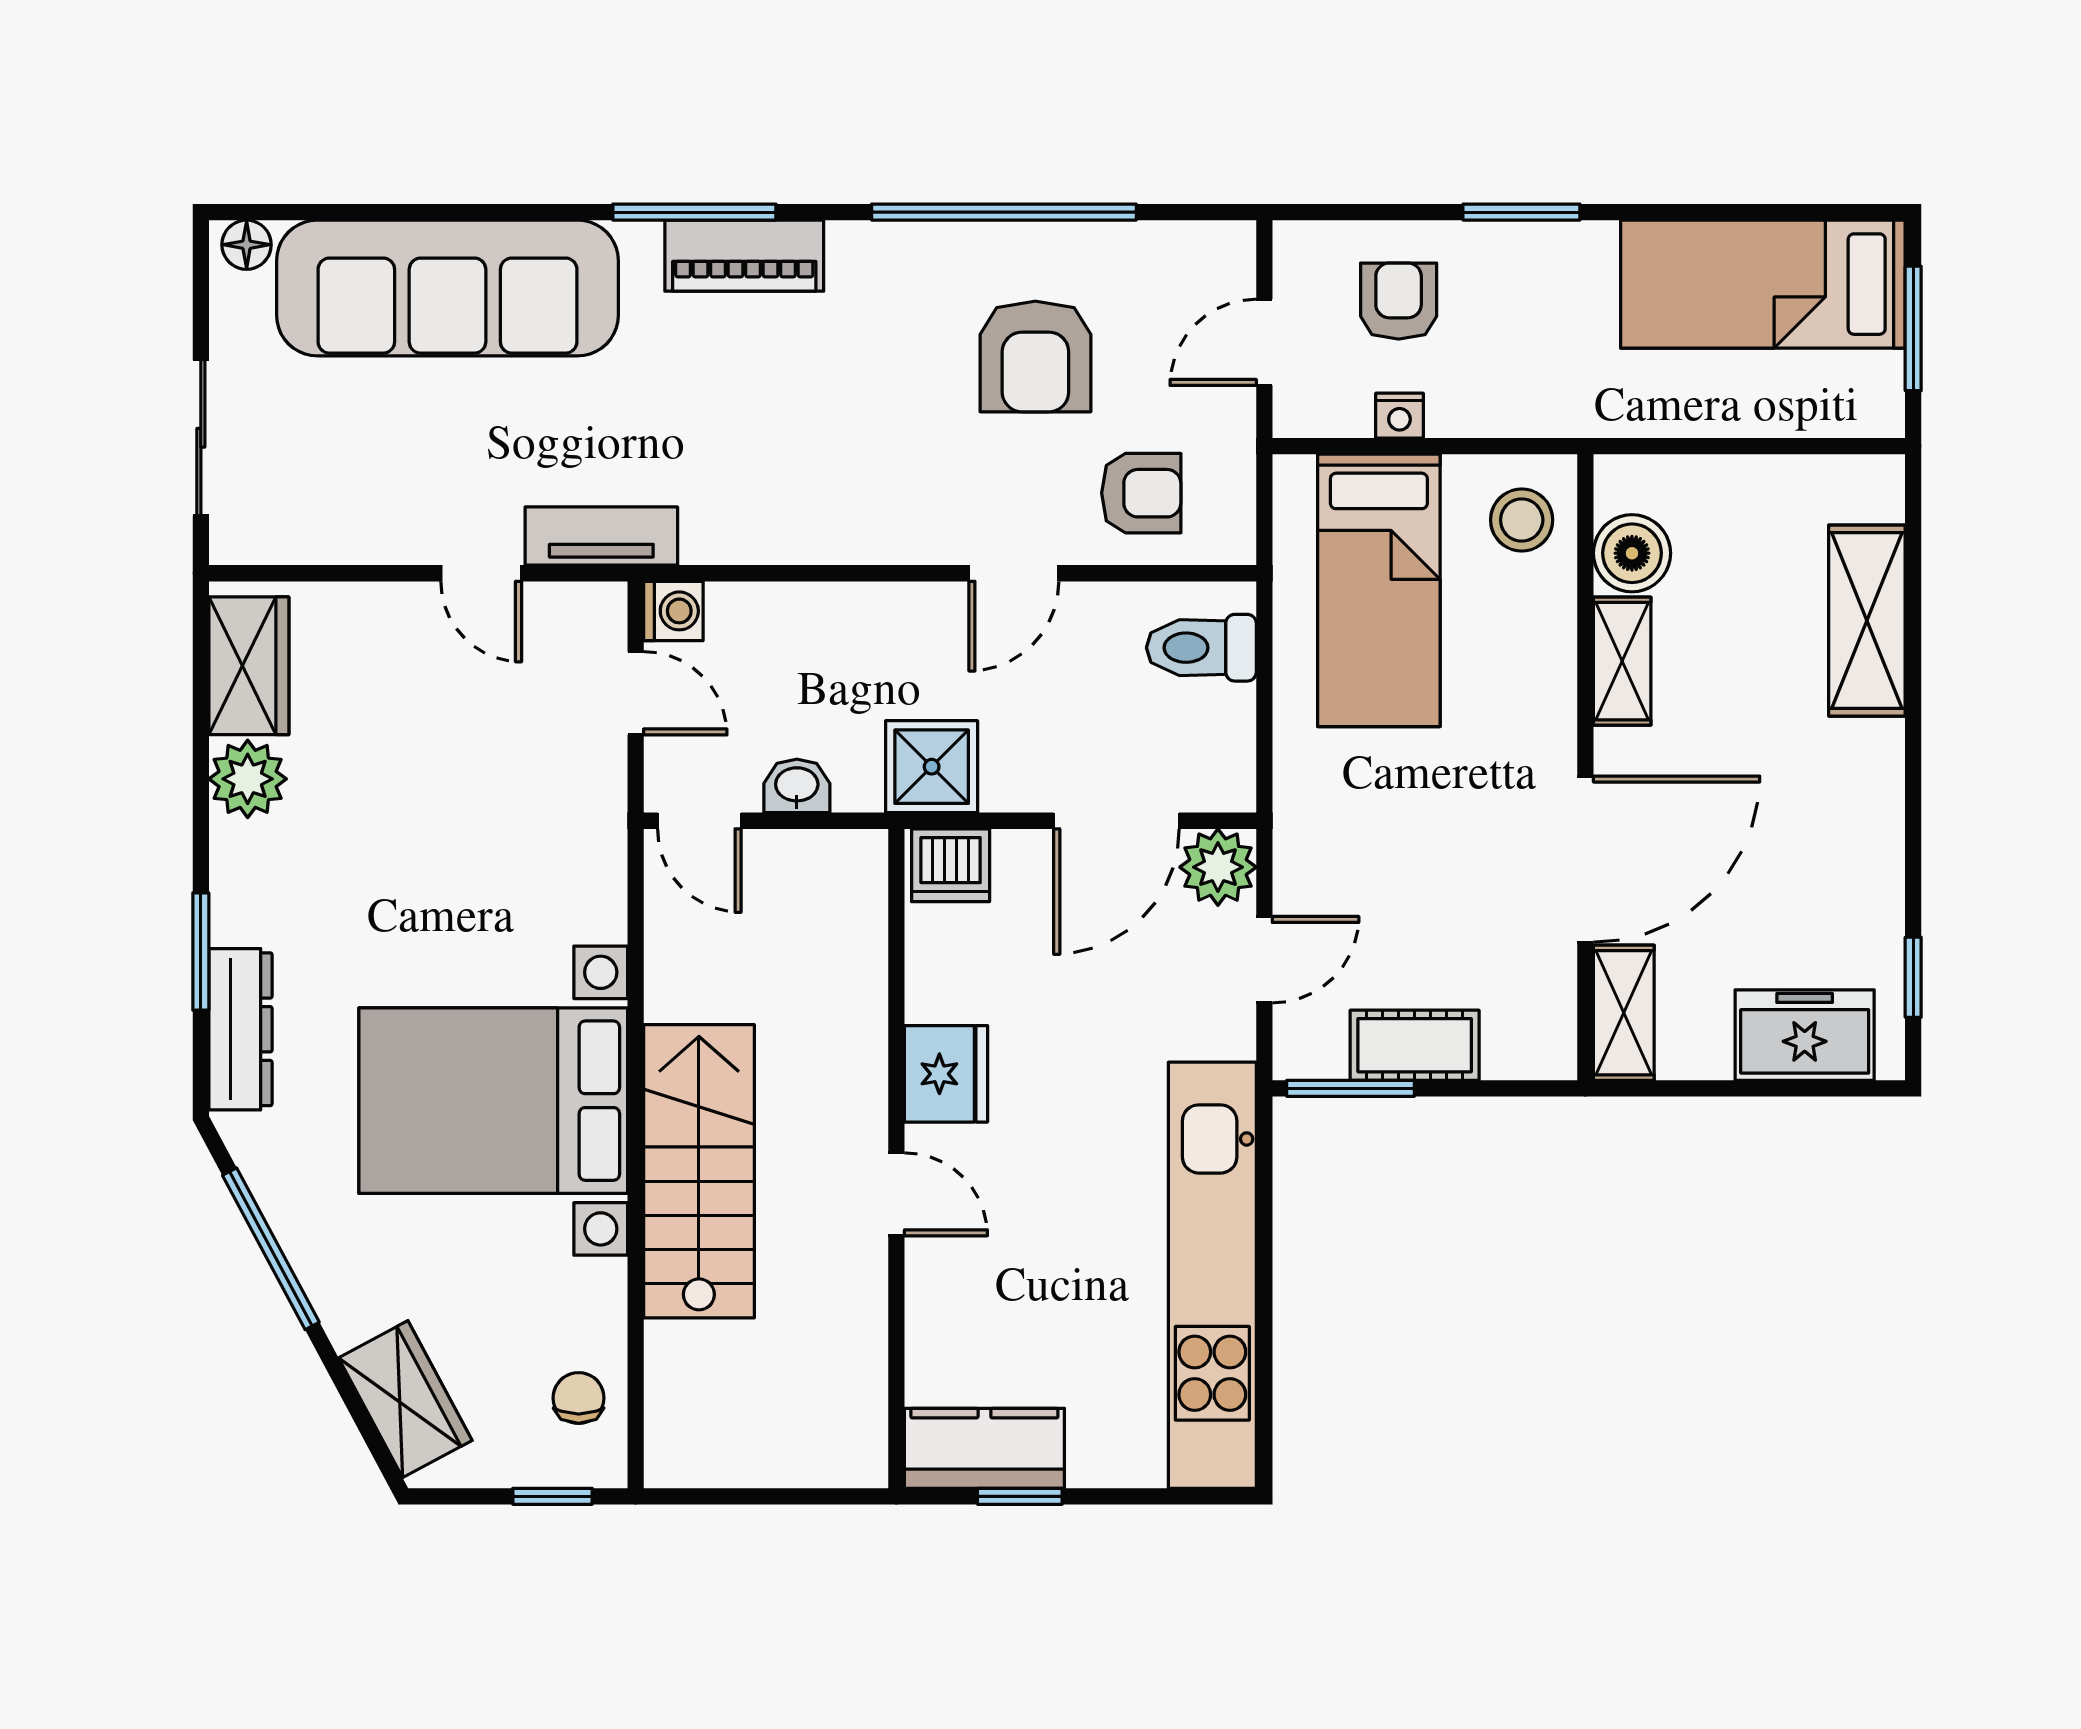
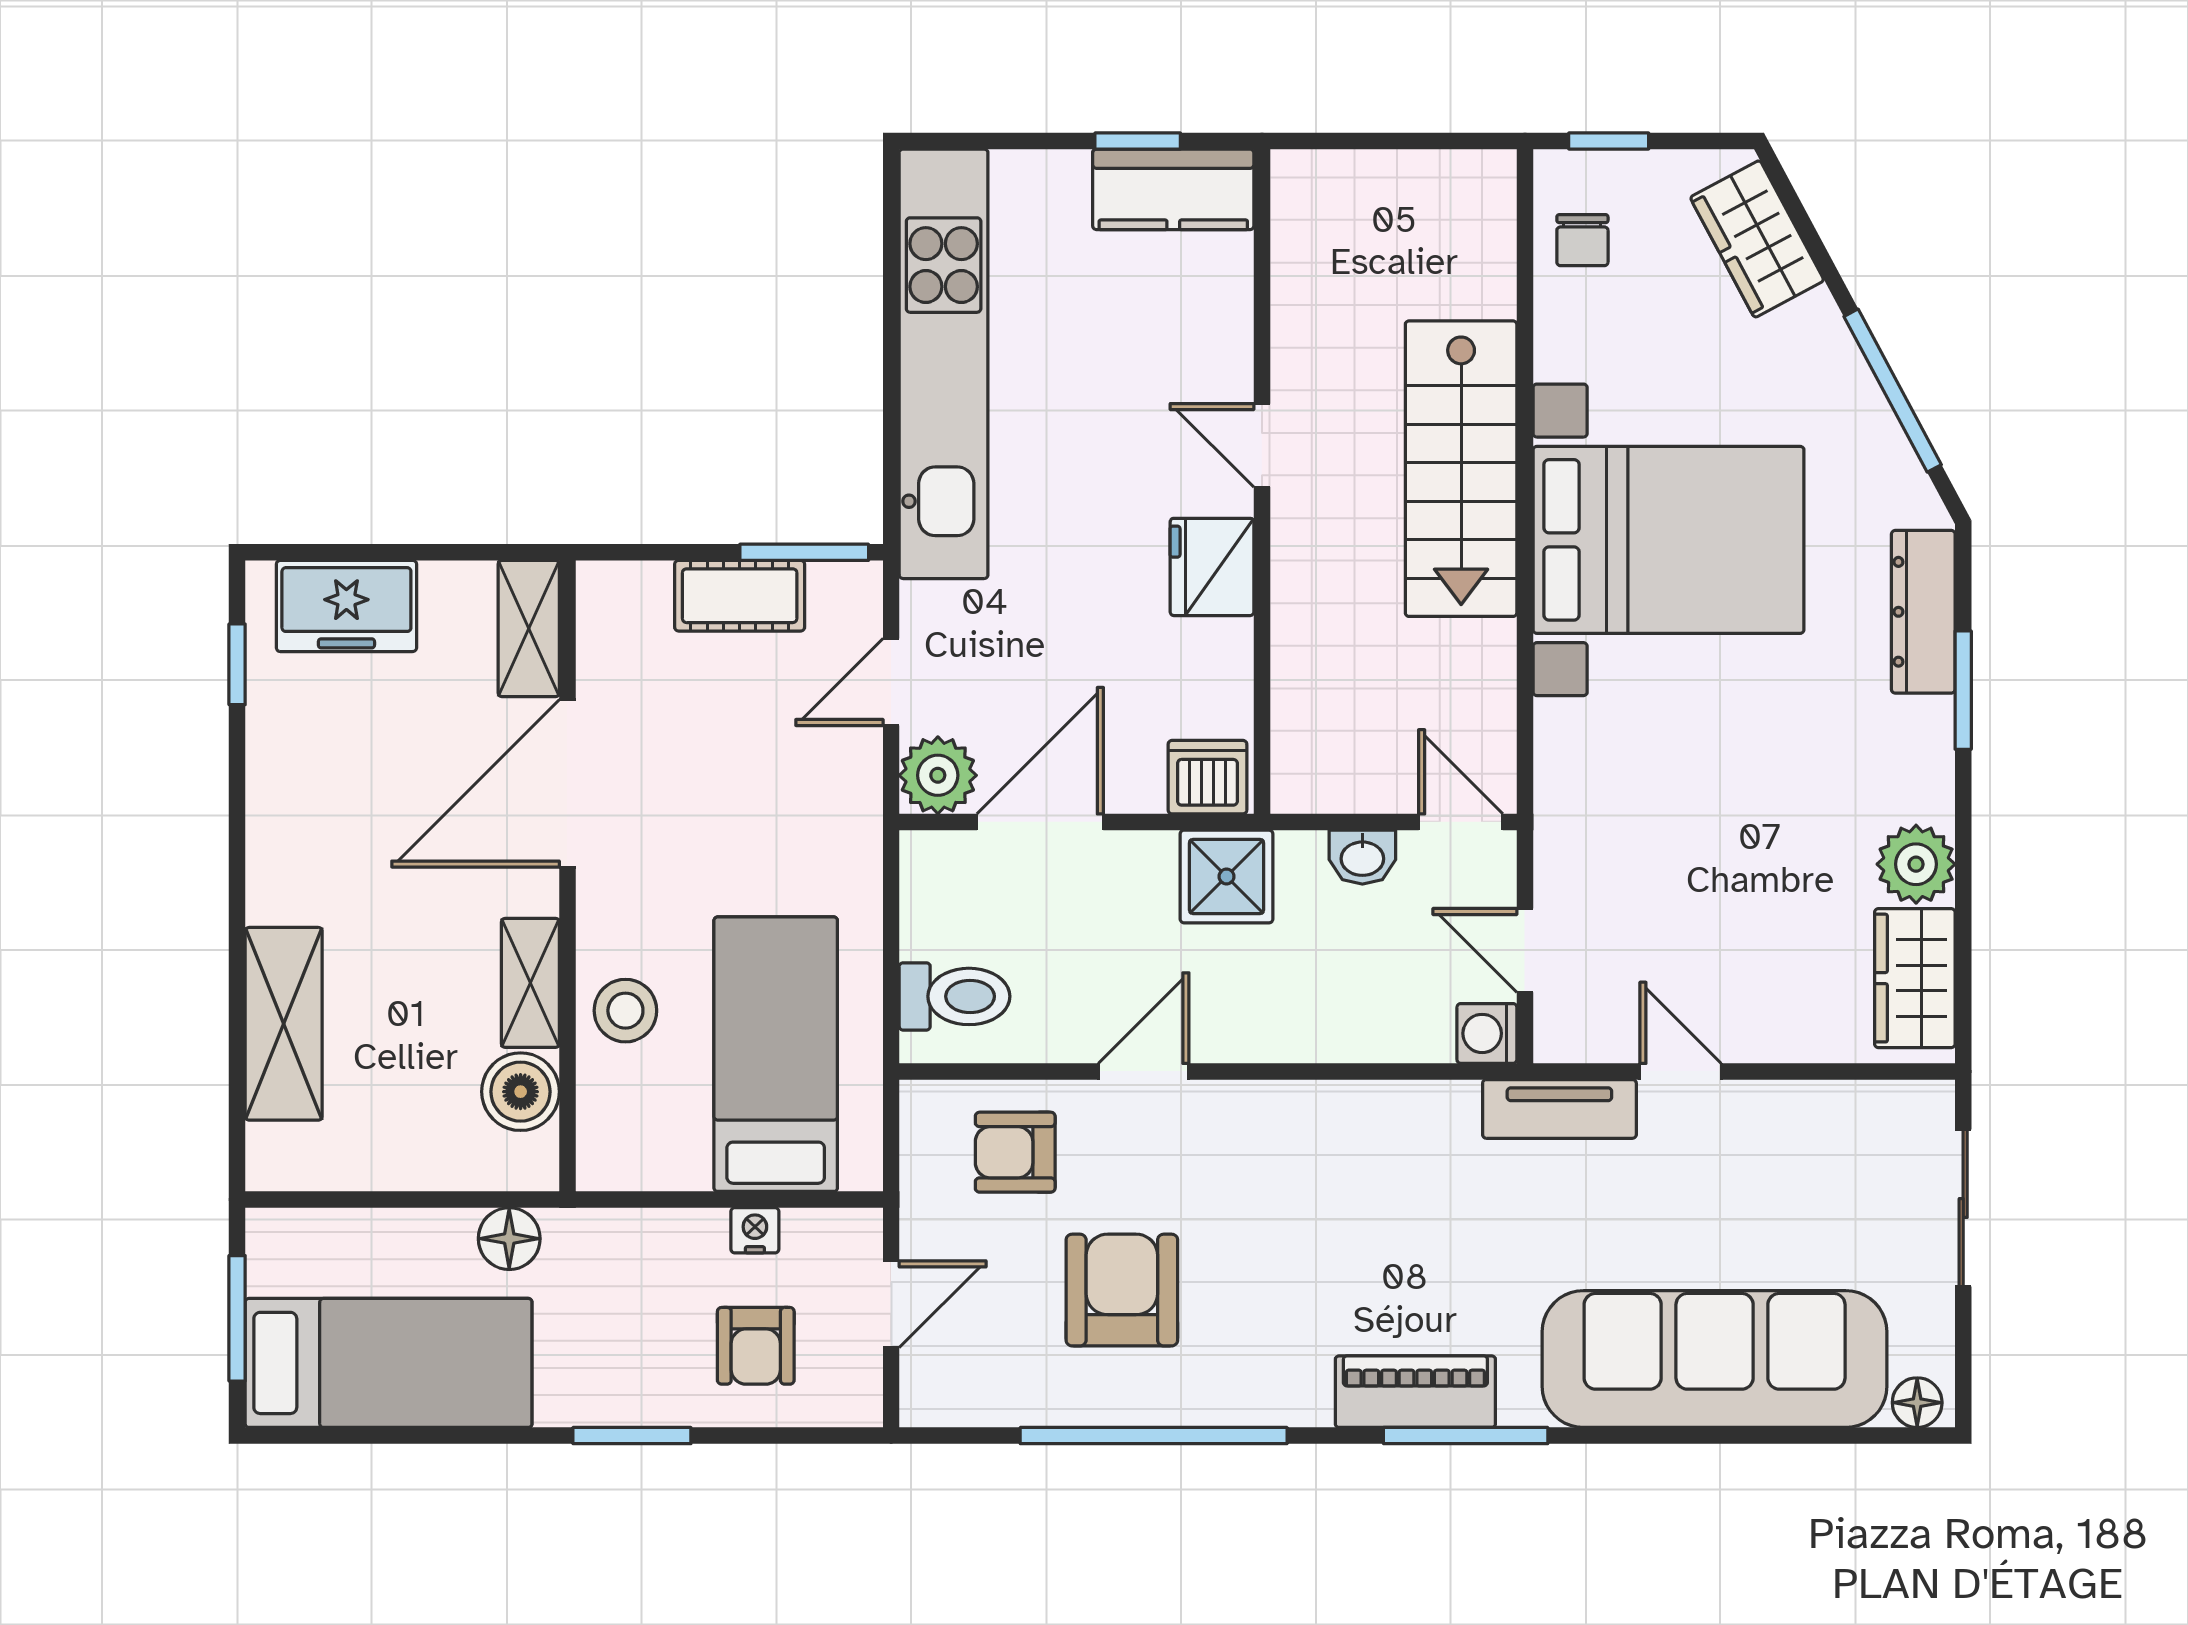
floor lamp: (1643, 407) -> (509, 1239), added
stool: (1522, 520) -> (625, 1011), moved

